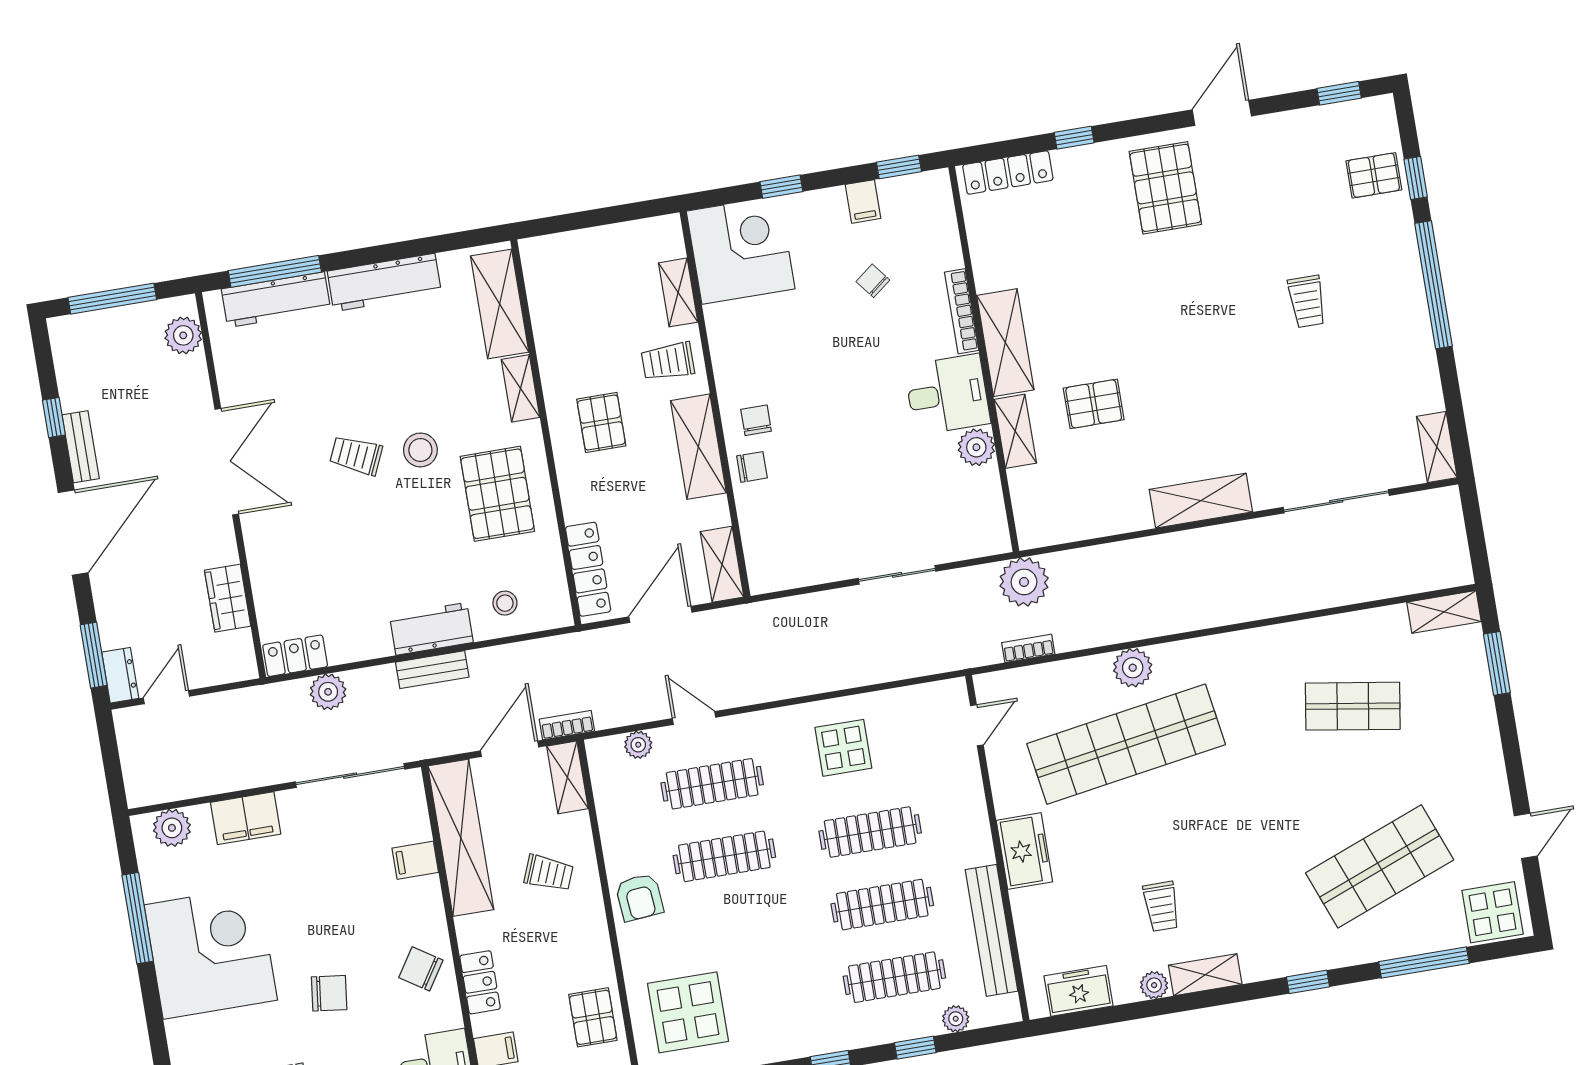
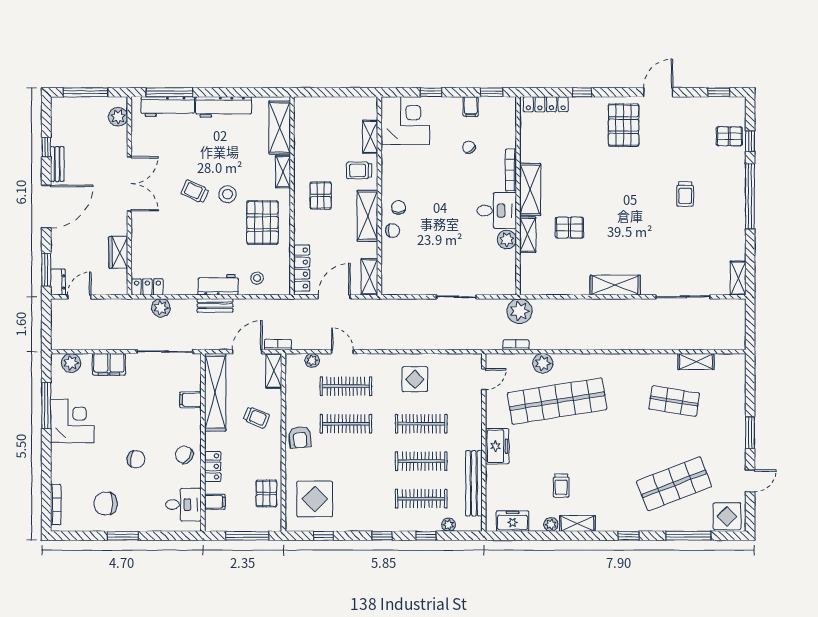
shelving: (1444, 612) -> (696, 361), moved
window: (1497, 663) -> (750, 433), moved
plant: (1133, 668) -> (543, 363), moved
corner desk: (211, 953) -> (72, 421), width x0.74, depth x0.74

